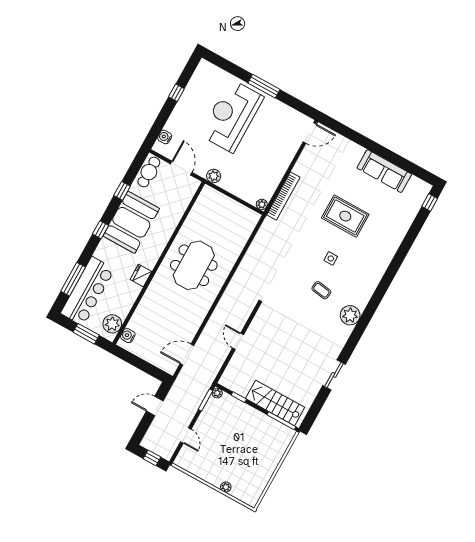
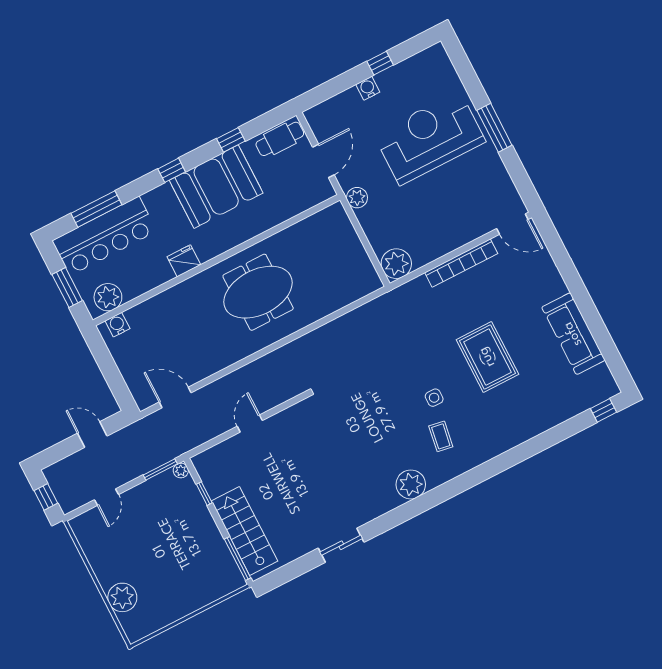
water cooler: (165, 137) -> (368, 88), moved
bookcase: (283, 196) -> (461, 263), moved
plant: (262, 204) -> (396, 264), width x1.88, depth x1.88
coffee table: (321, 290) -> (441, 436), moved
plant: (226, 487) -> (122, 597), width x1.88, depth x1.88

